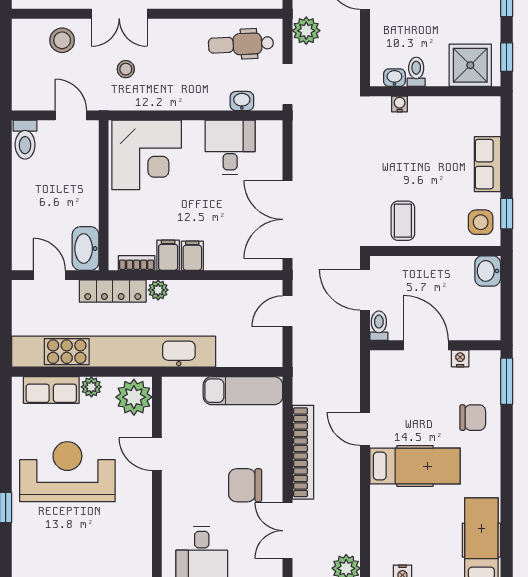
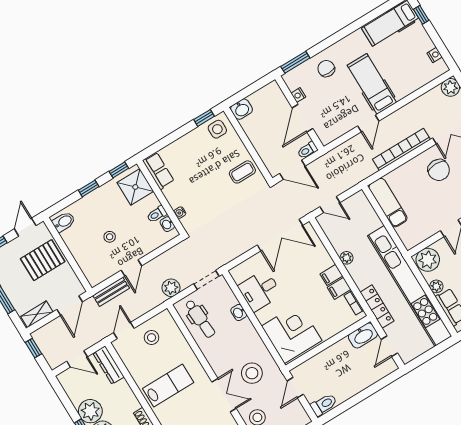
stool: (126, 69) -> (252, 373), width x1.89, depth x1.89
washbasin: (242, 101) -> (239, 312), moved
row of seats: (487, 164) -> (158, 171), moved, turned -90
plant: (158, 290) -> (347, 258), moved
door: (365, 290) -> (292, 170), hinge flipped

